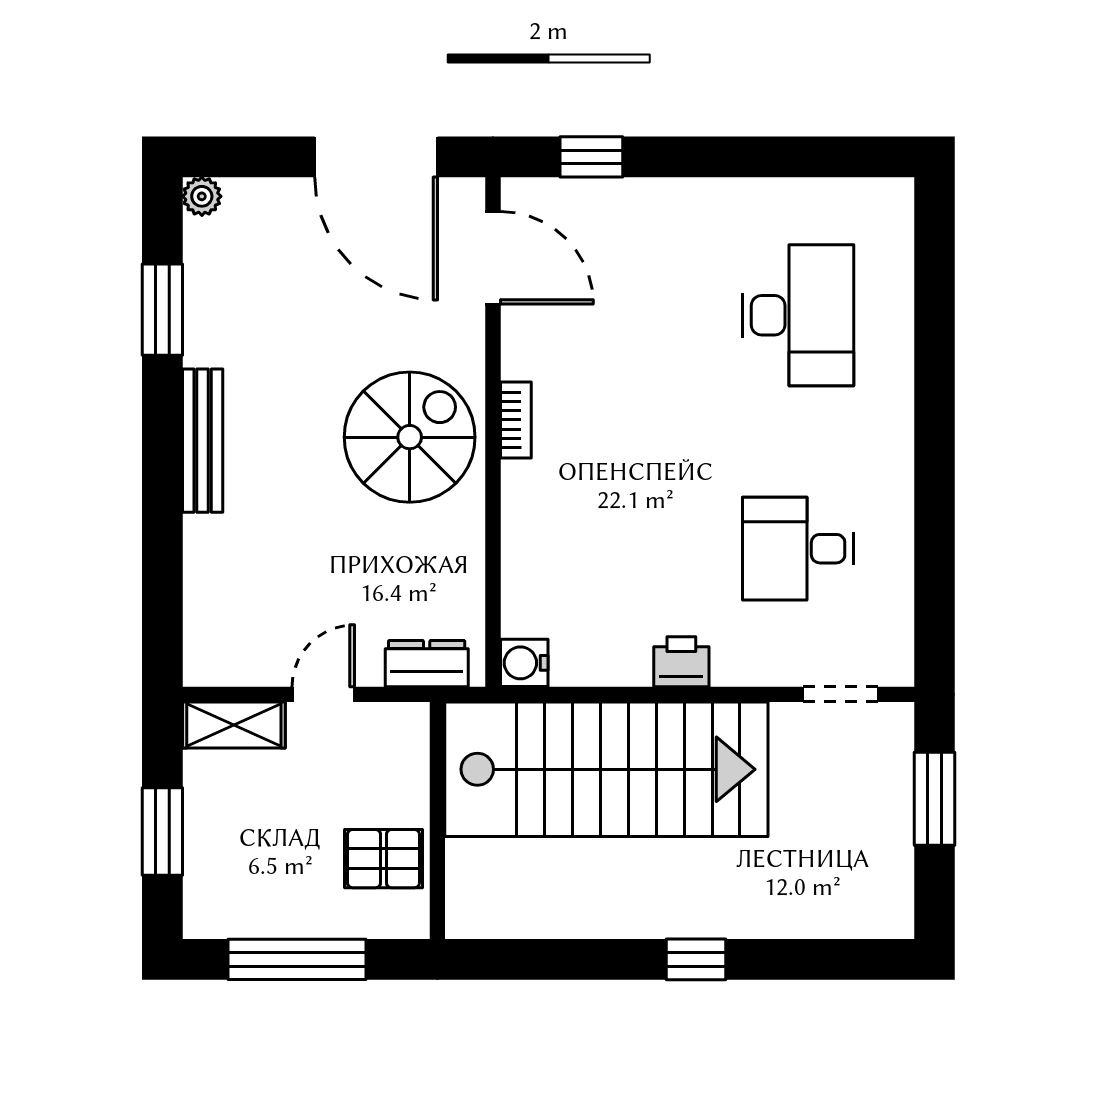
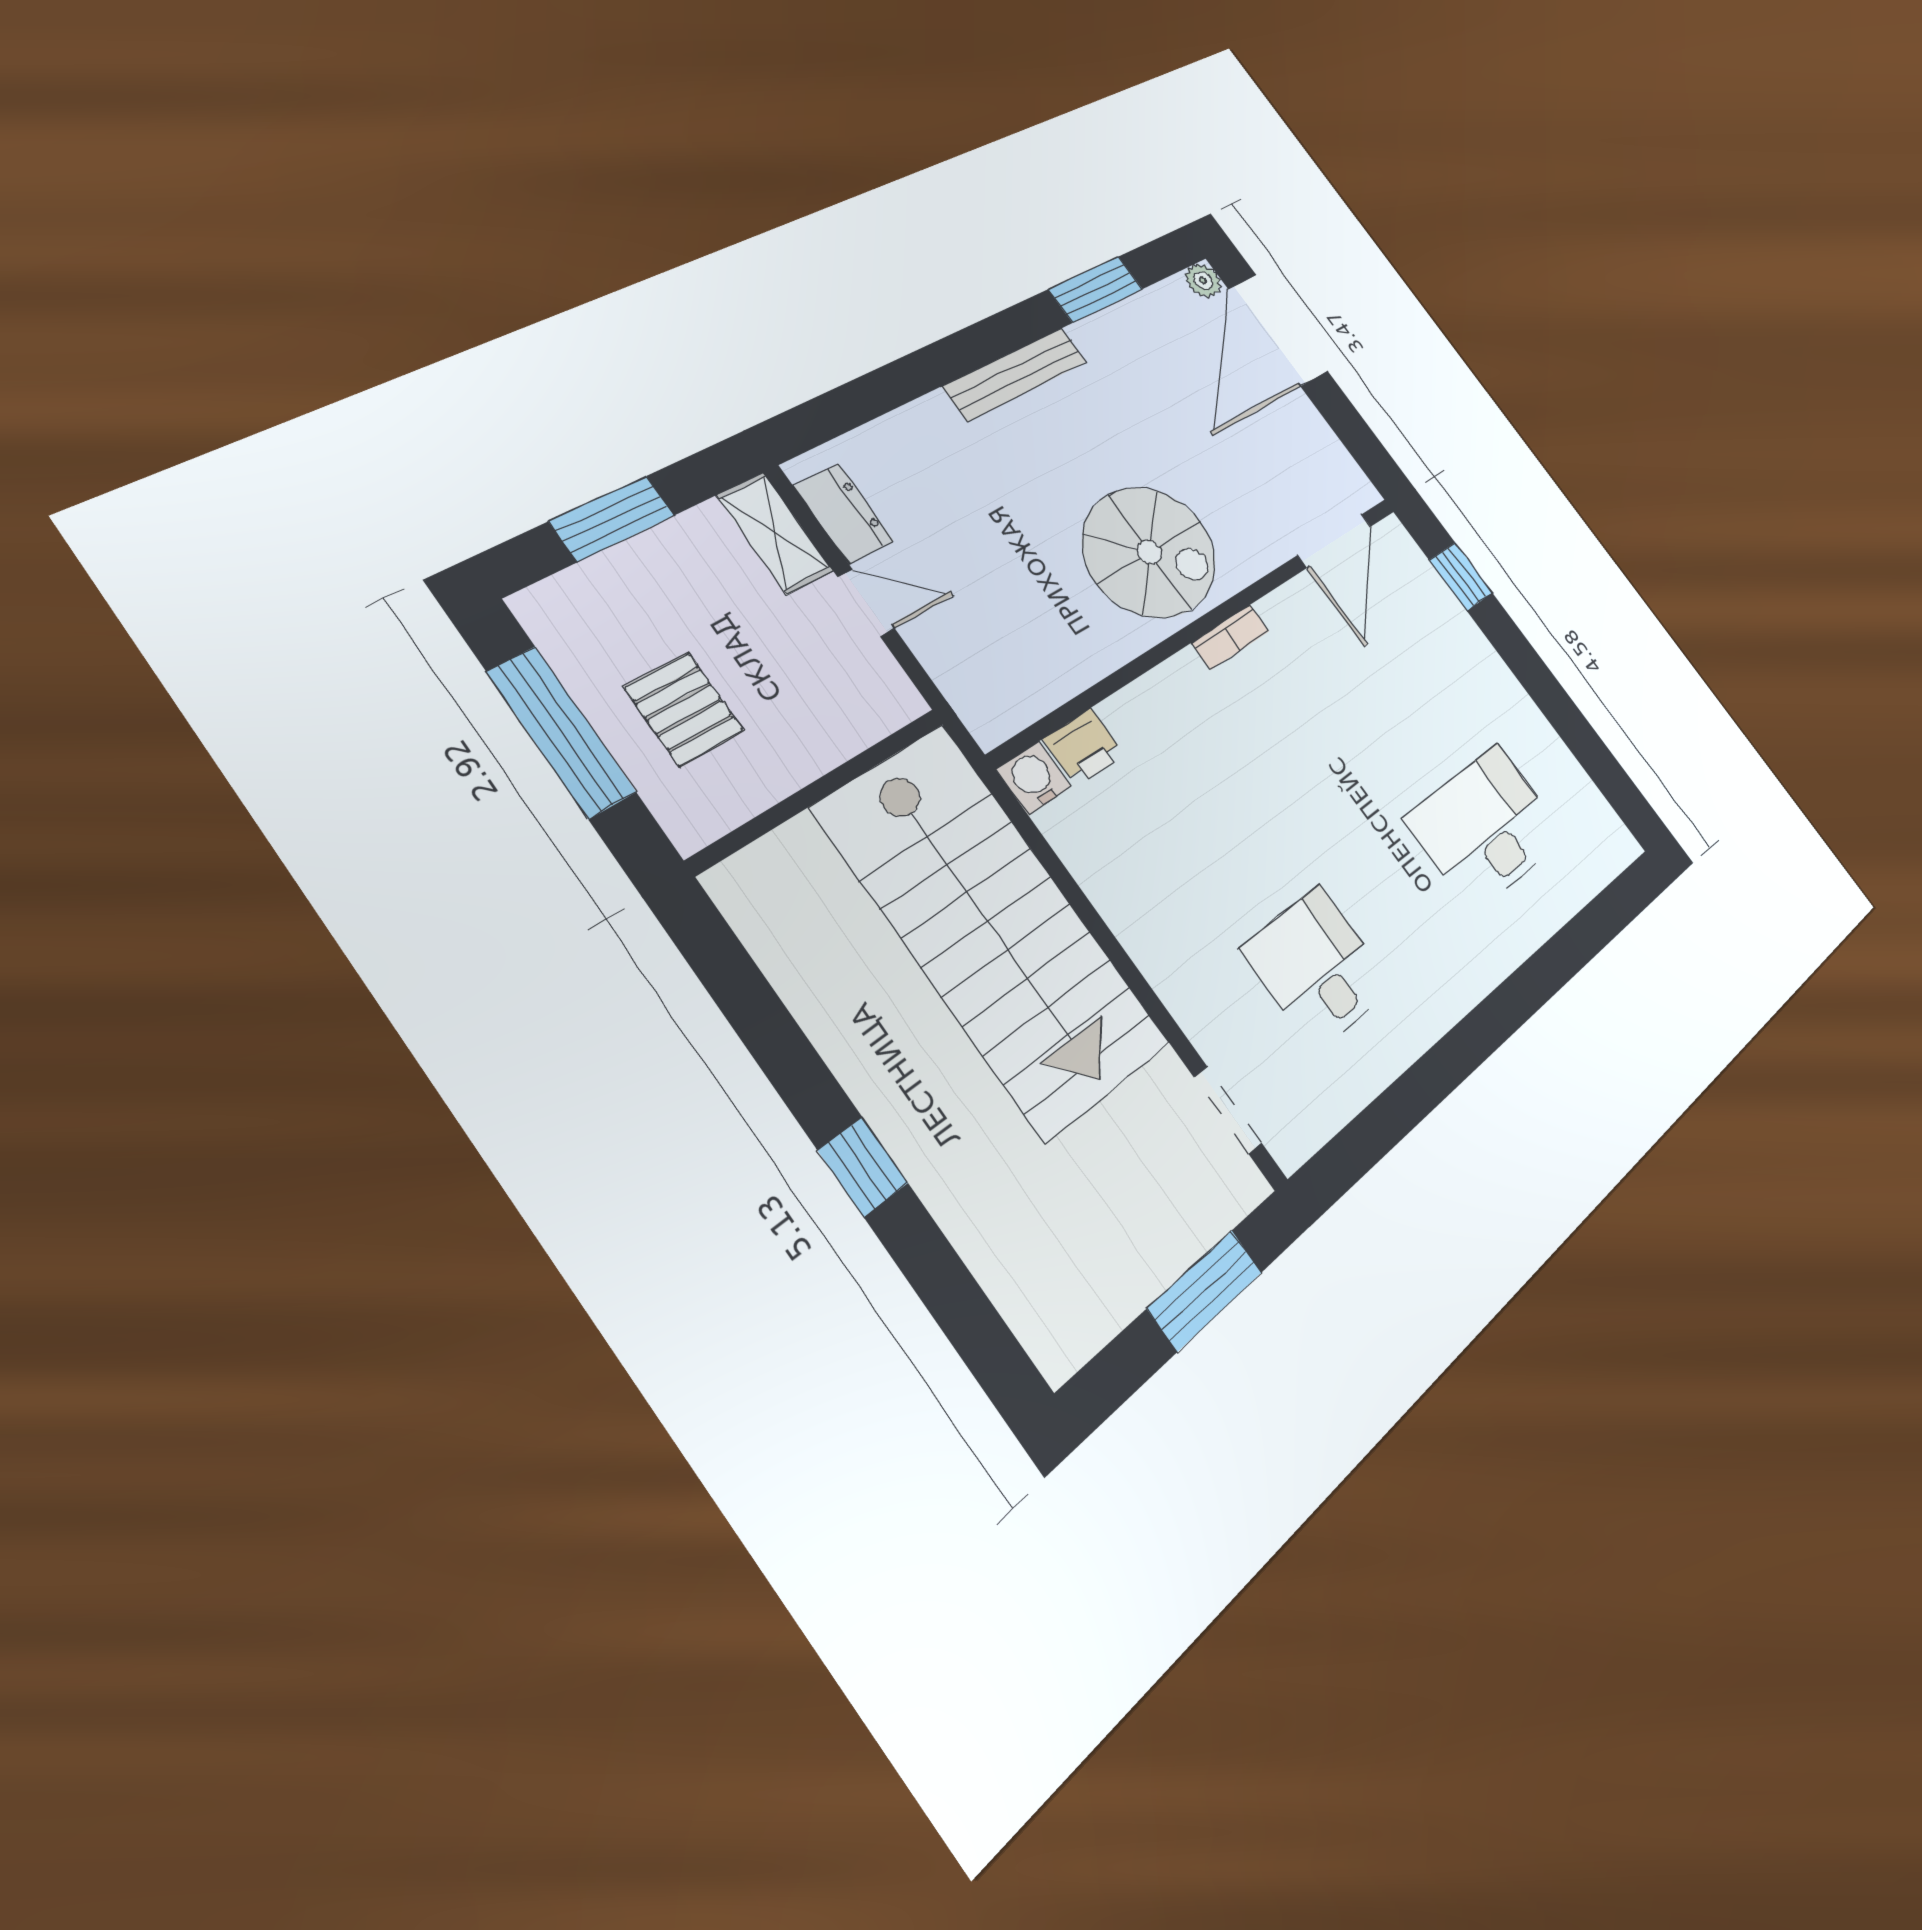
door: (376, 157) -> (1278, 330), moved
desk: (798, 315) -> (1486, 828), turned 180
printer: (681, 662) -> (1084, 747), moved, turned 90
dresser: (427, 664) -> (844, 514), moved
pallet: (383, 859) -> (684, 709), moved

